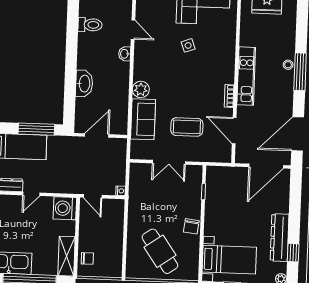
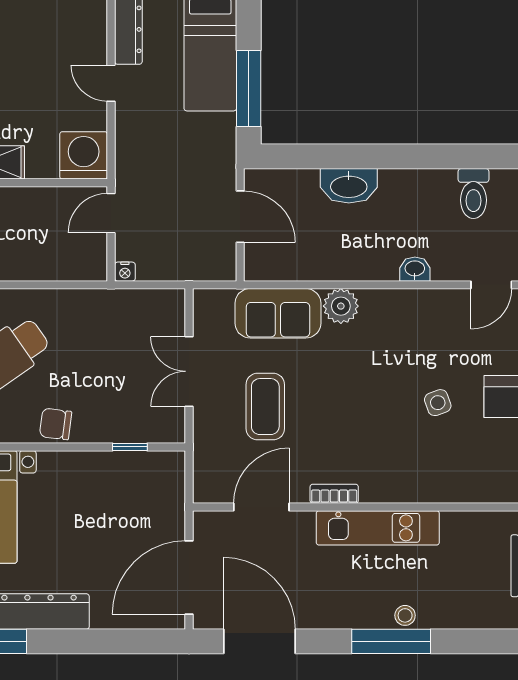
door: (133, 30) -> (491, 285), moved
door: (266, 166) -> (189, 577), hinge flipped

